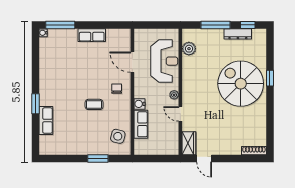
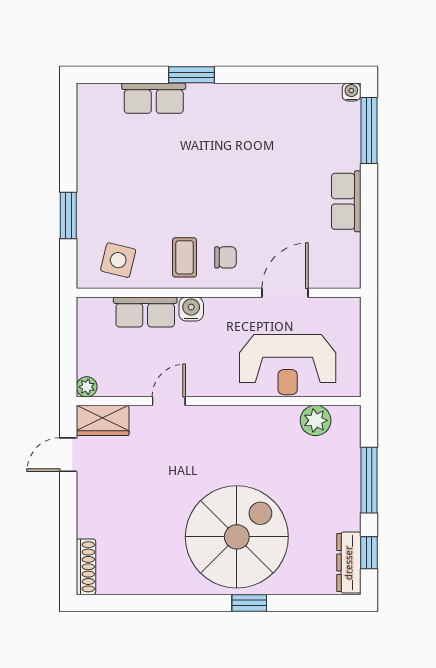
dresser: (238, 34) -> (349, 563), moved
plant: (174, 95) -> (87, 387), moved
coffee table: (94, 104) -> (185, 257), moved

